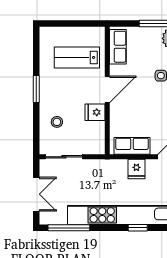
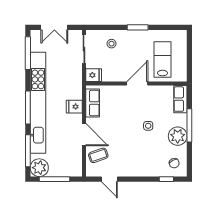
row of seats: (118, 47) -> (180, 99), moved, turned 90
door: (107, 89) -> (137, 84), swing flipped
fridge: (95, 112) -> (94, 75), moved, turned 90
window: (138, 228) -> (28, 108), width x2.17

